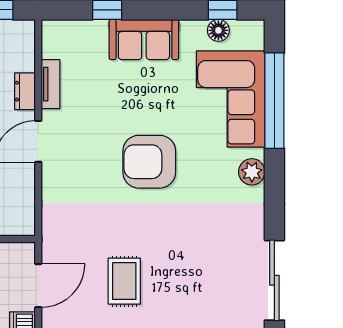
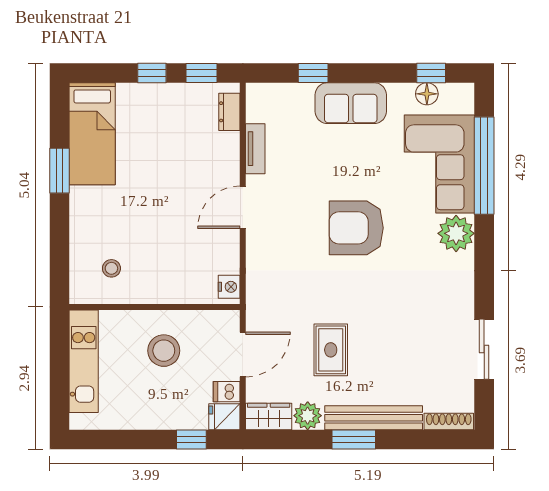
dresser: (25, 91) -> (229, 112), moved
plant: (252, 172) -> (456, 233), width x1.36, depth x1.36
nightstand: (25, 219) -> (229, 287), added
sliding door: (274, 280) -> (484, 349), width x0.73

